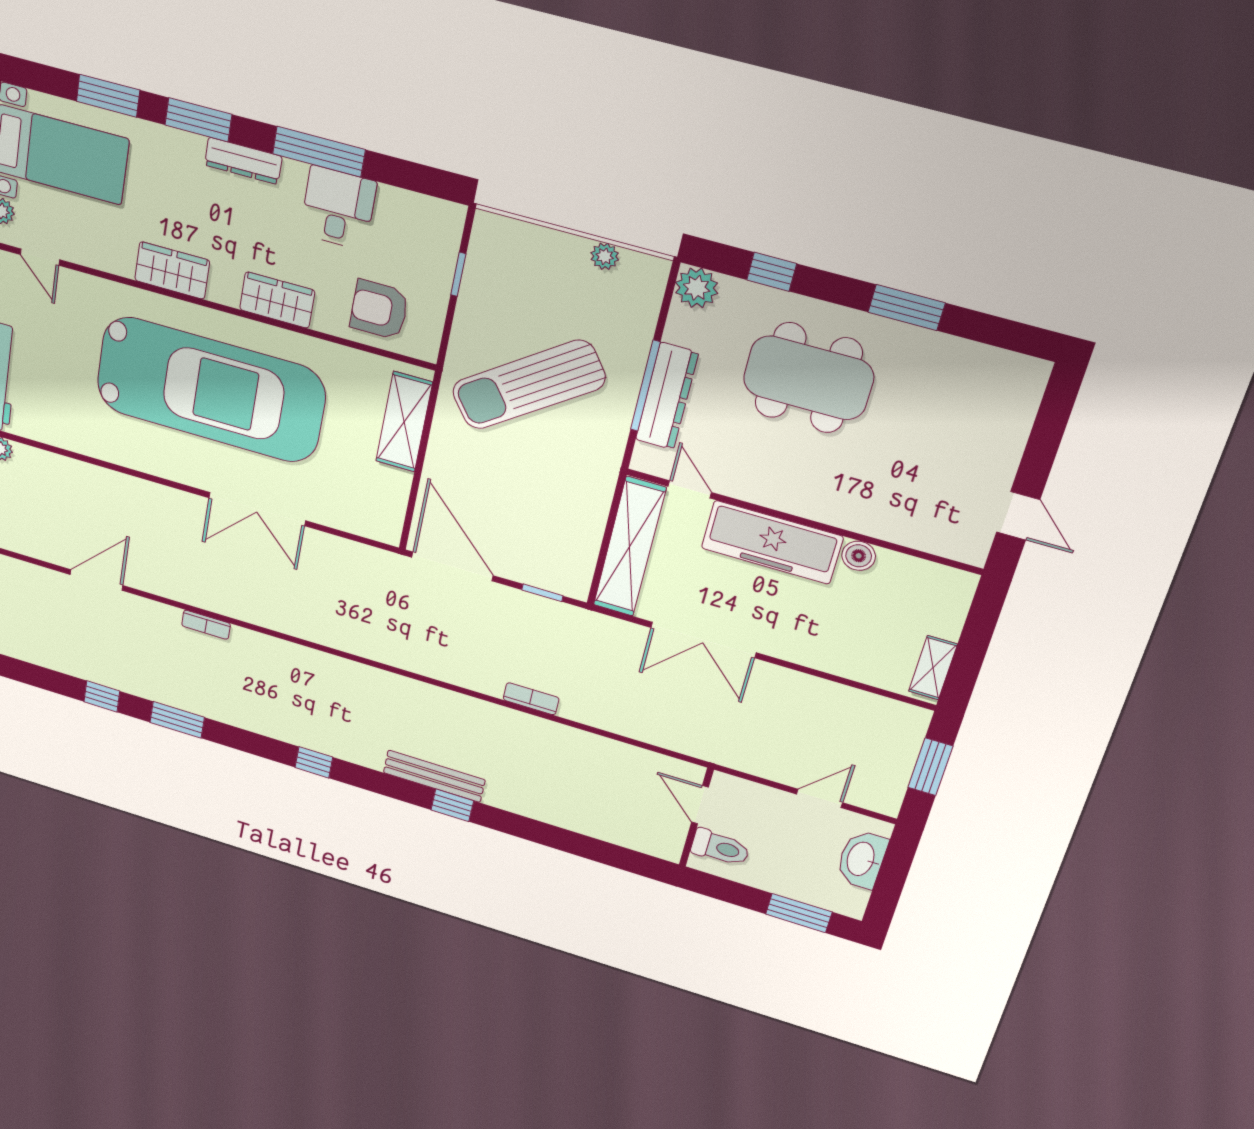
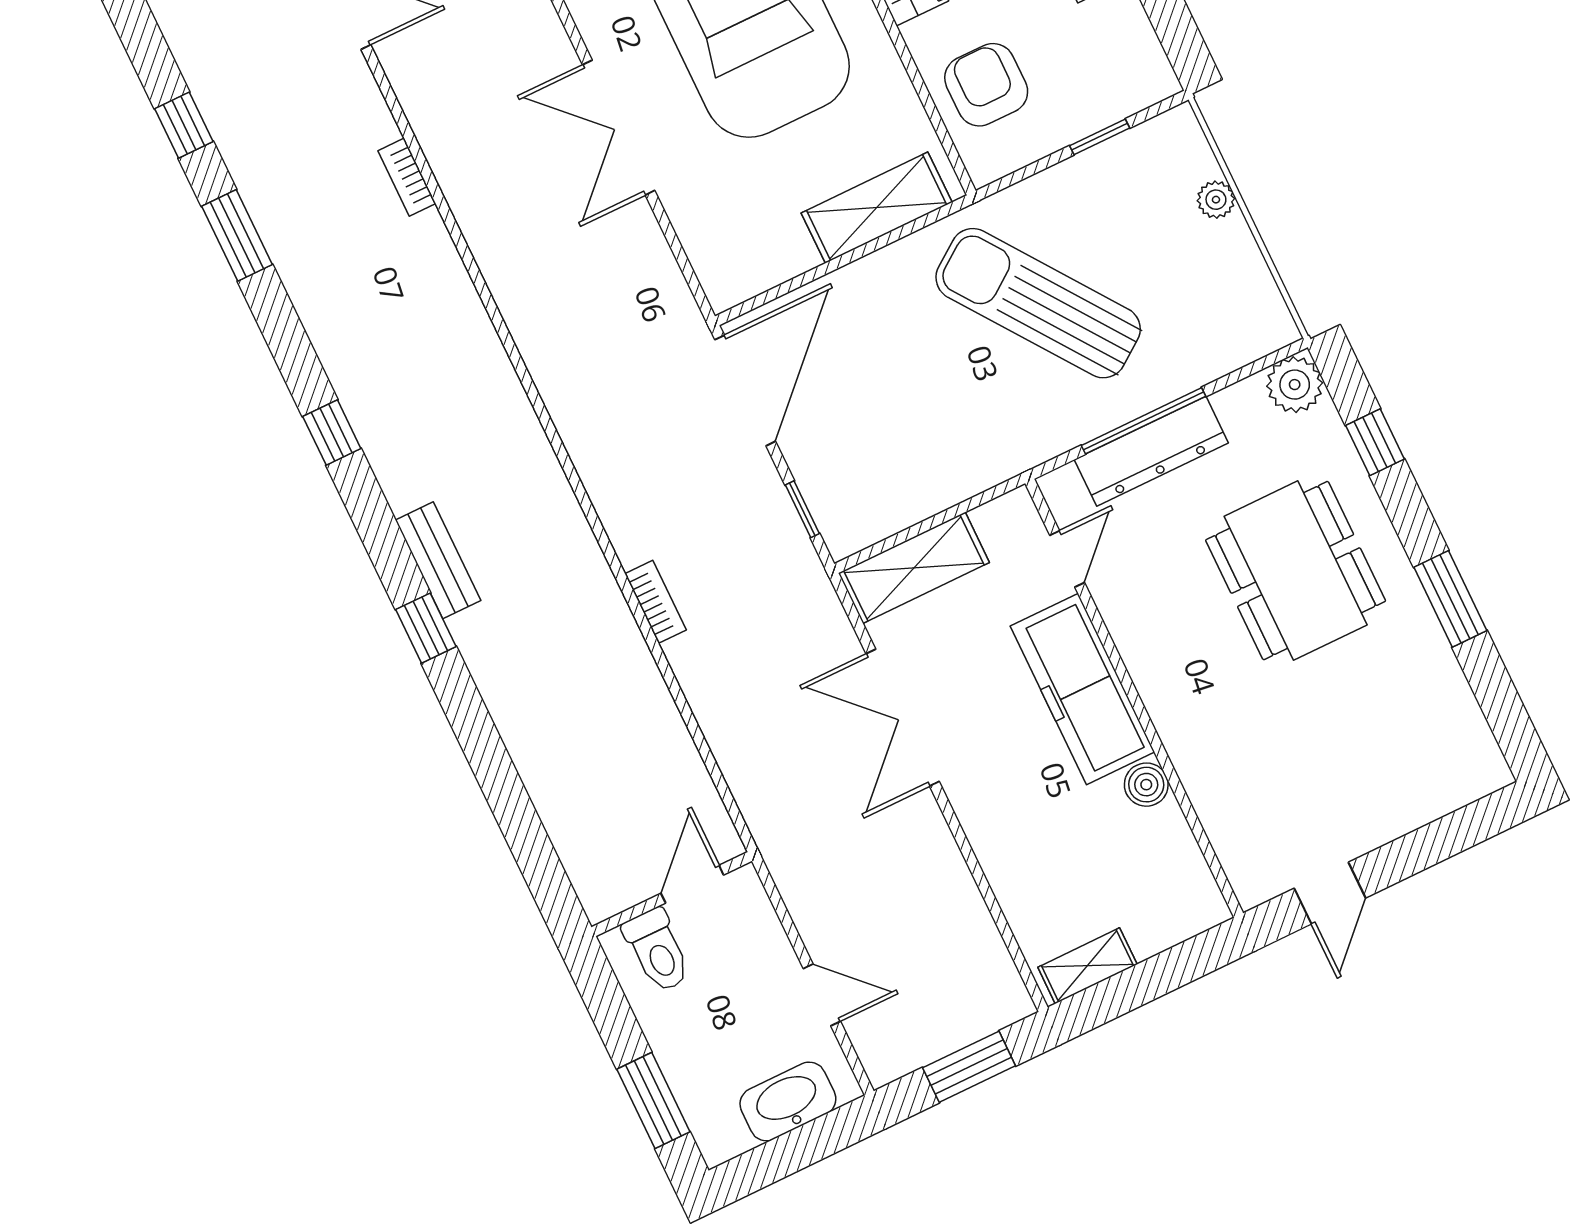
plant: (605, 256) -> (1216, 200), moved
shelving: (630, 547) -> (914, 568), width x0.68
bench: (434, 776) -> (438, 560), width x0.73

